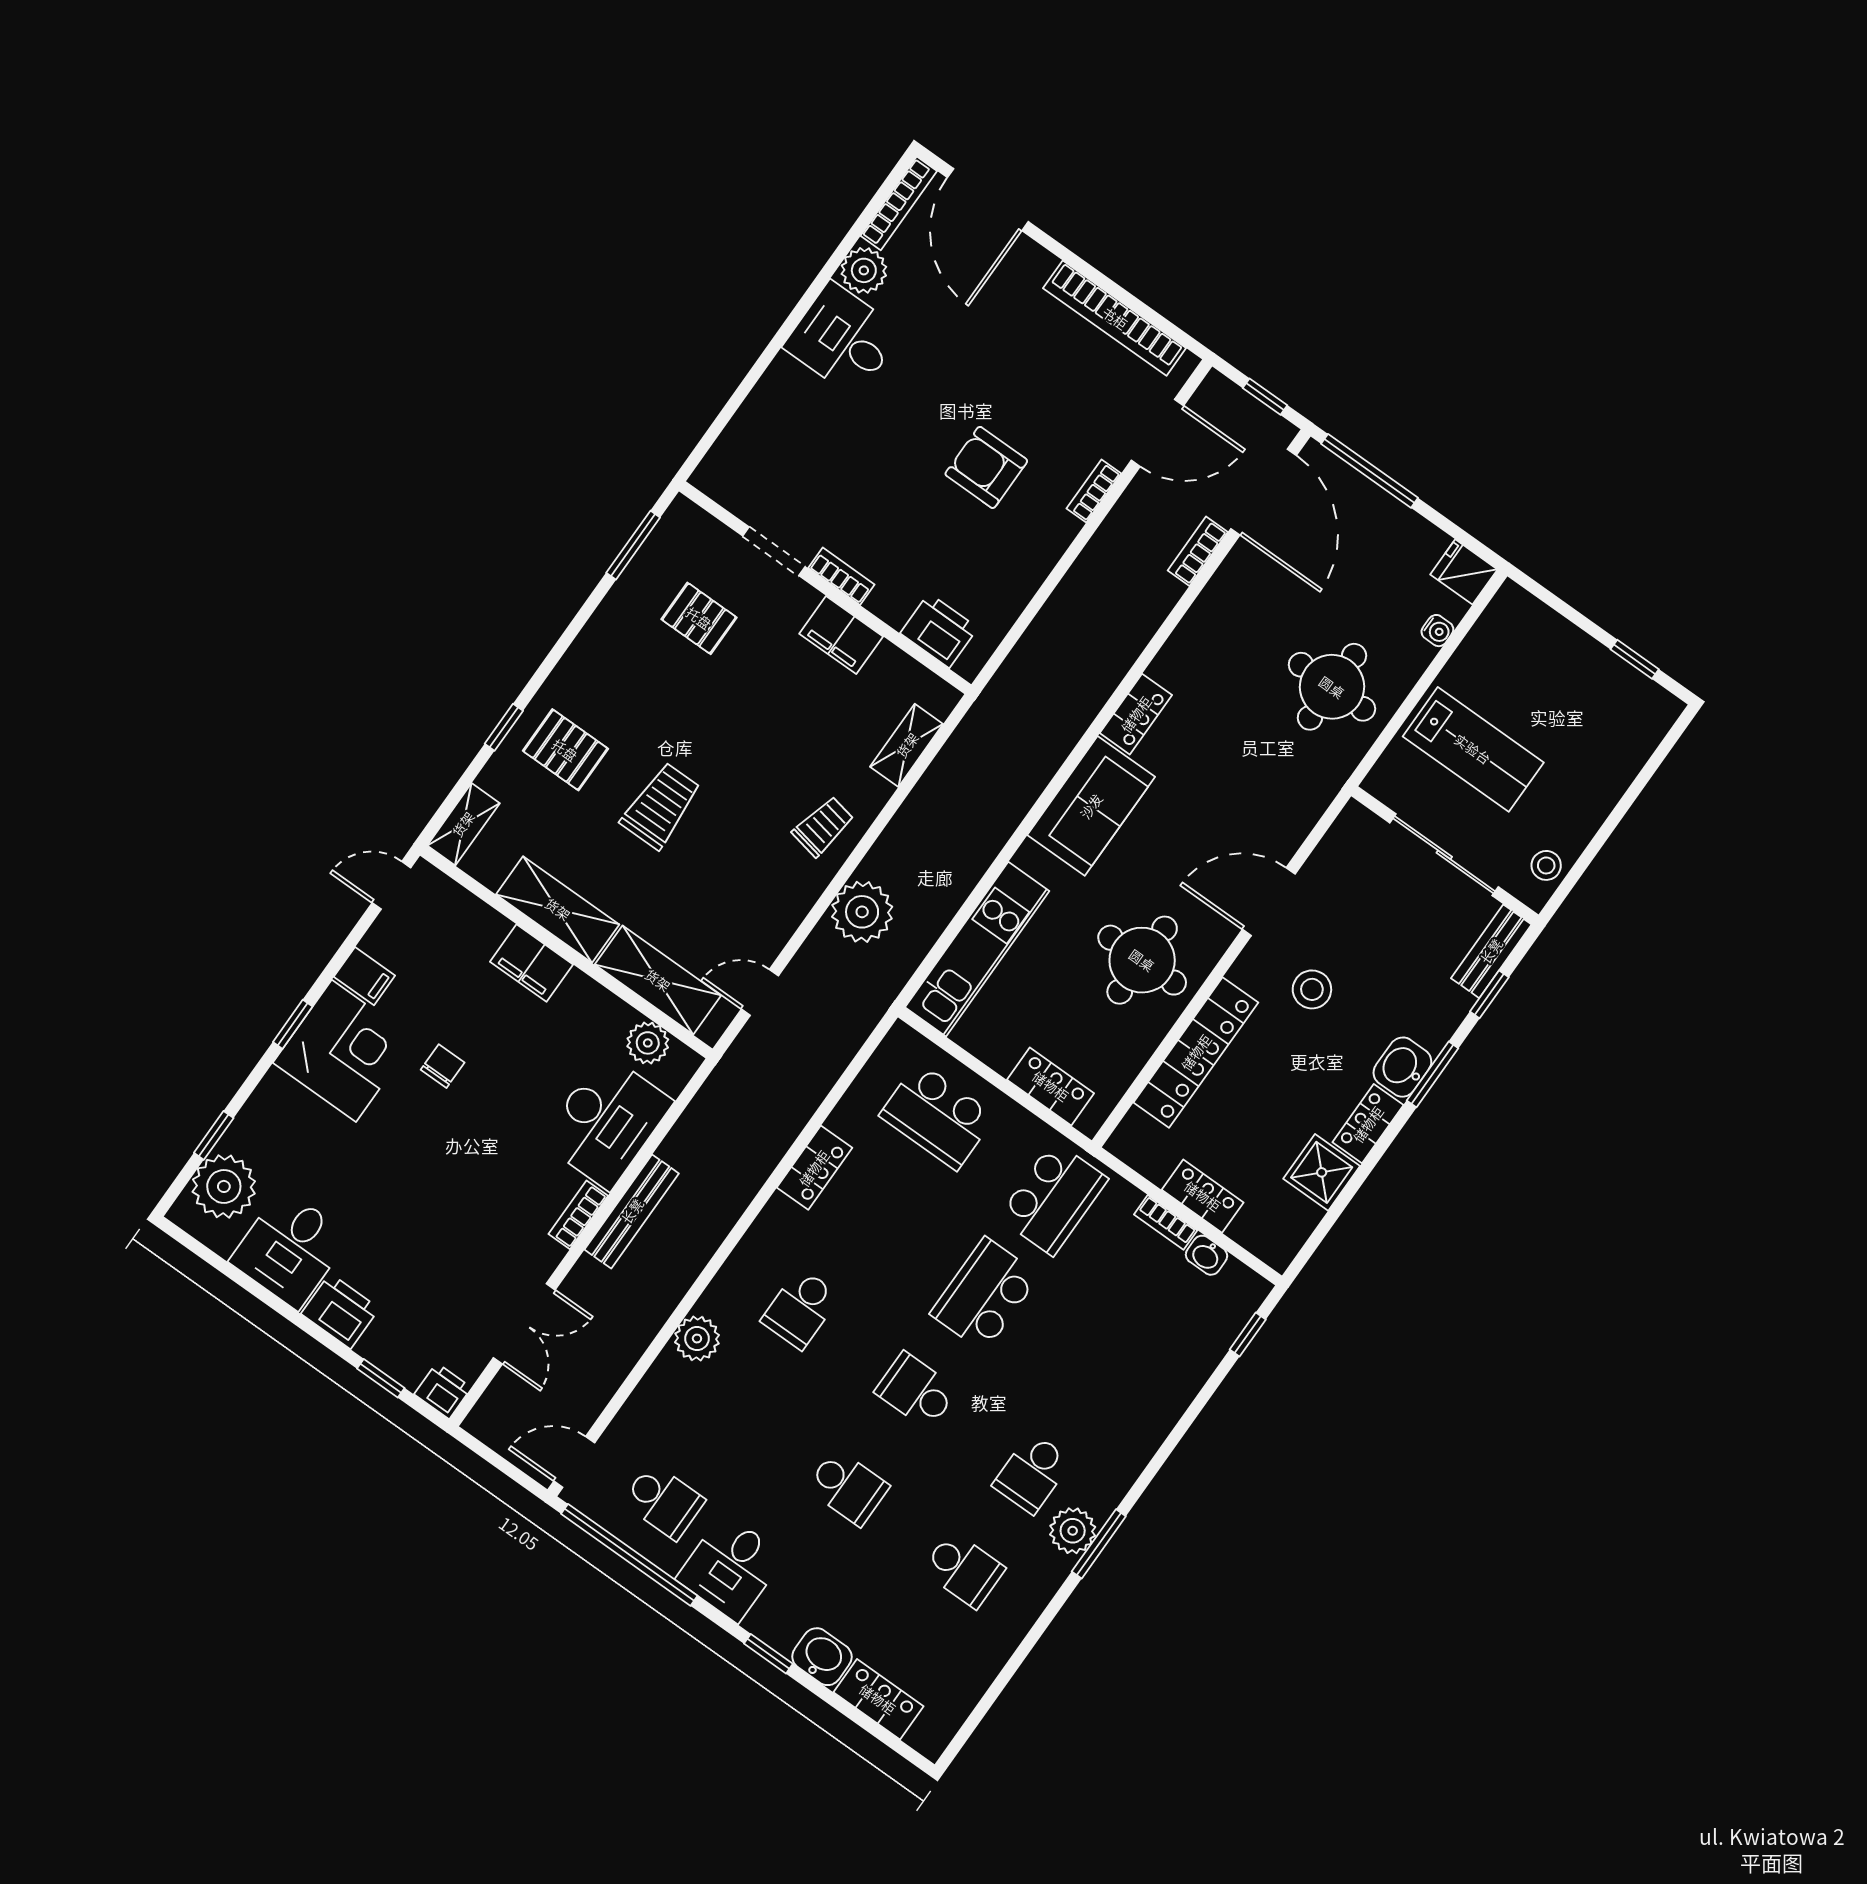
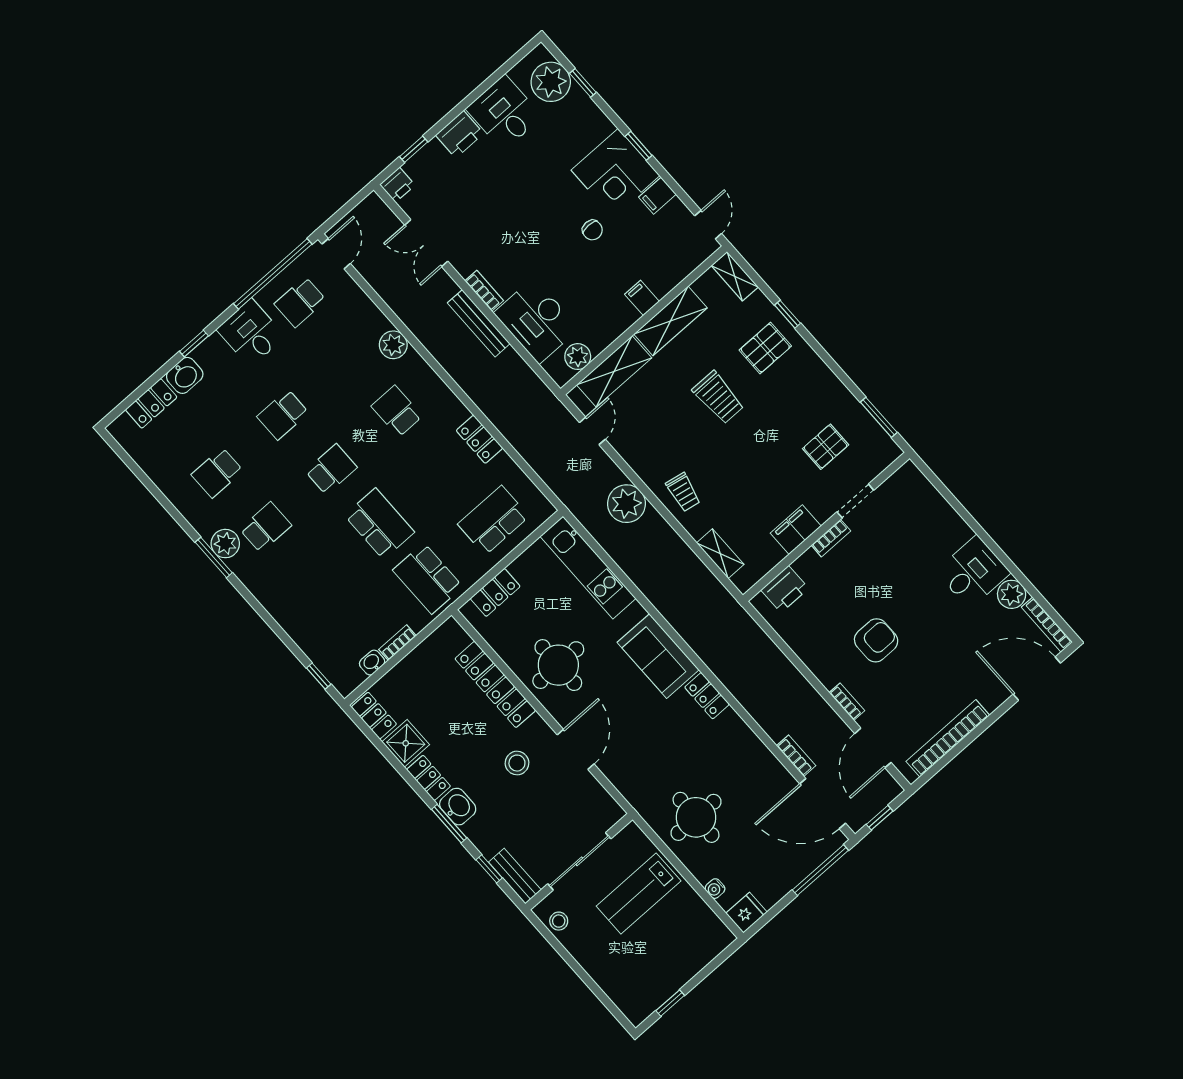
filing cabinet: (531, 963) -> (642, 298), width x0.50
locker: (1203, 1196) -> (374, 716), moved, turned -90
school desk: (1032, 1473) -> (266, 527), turned 90

